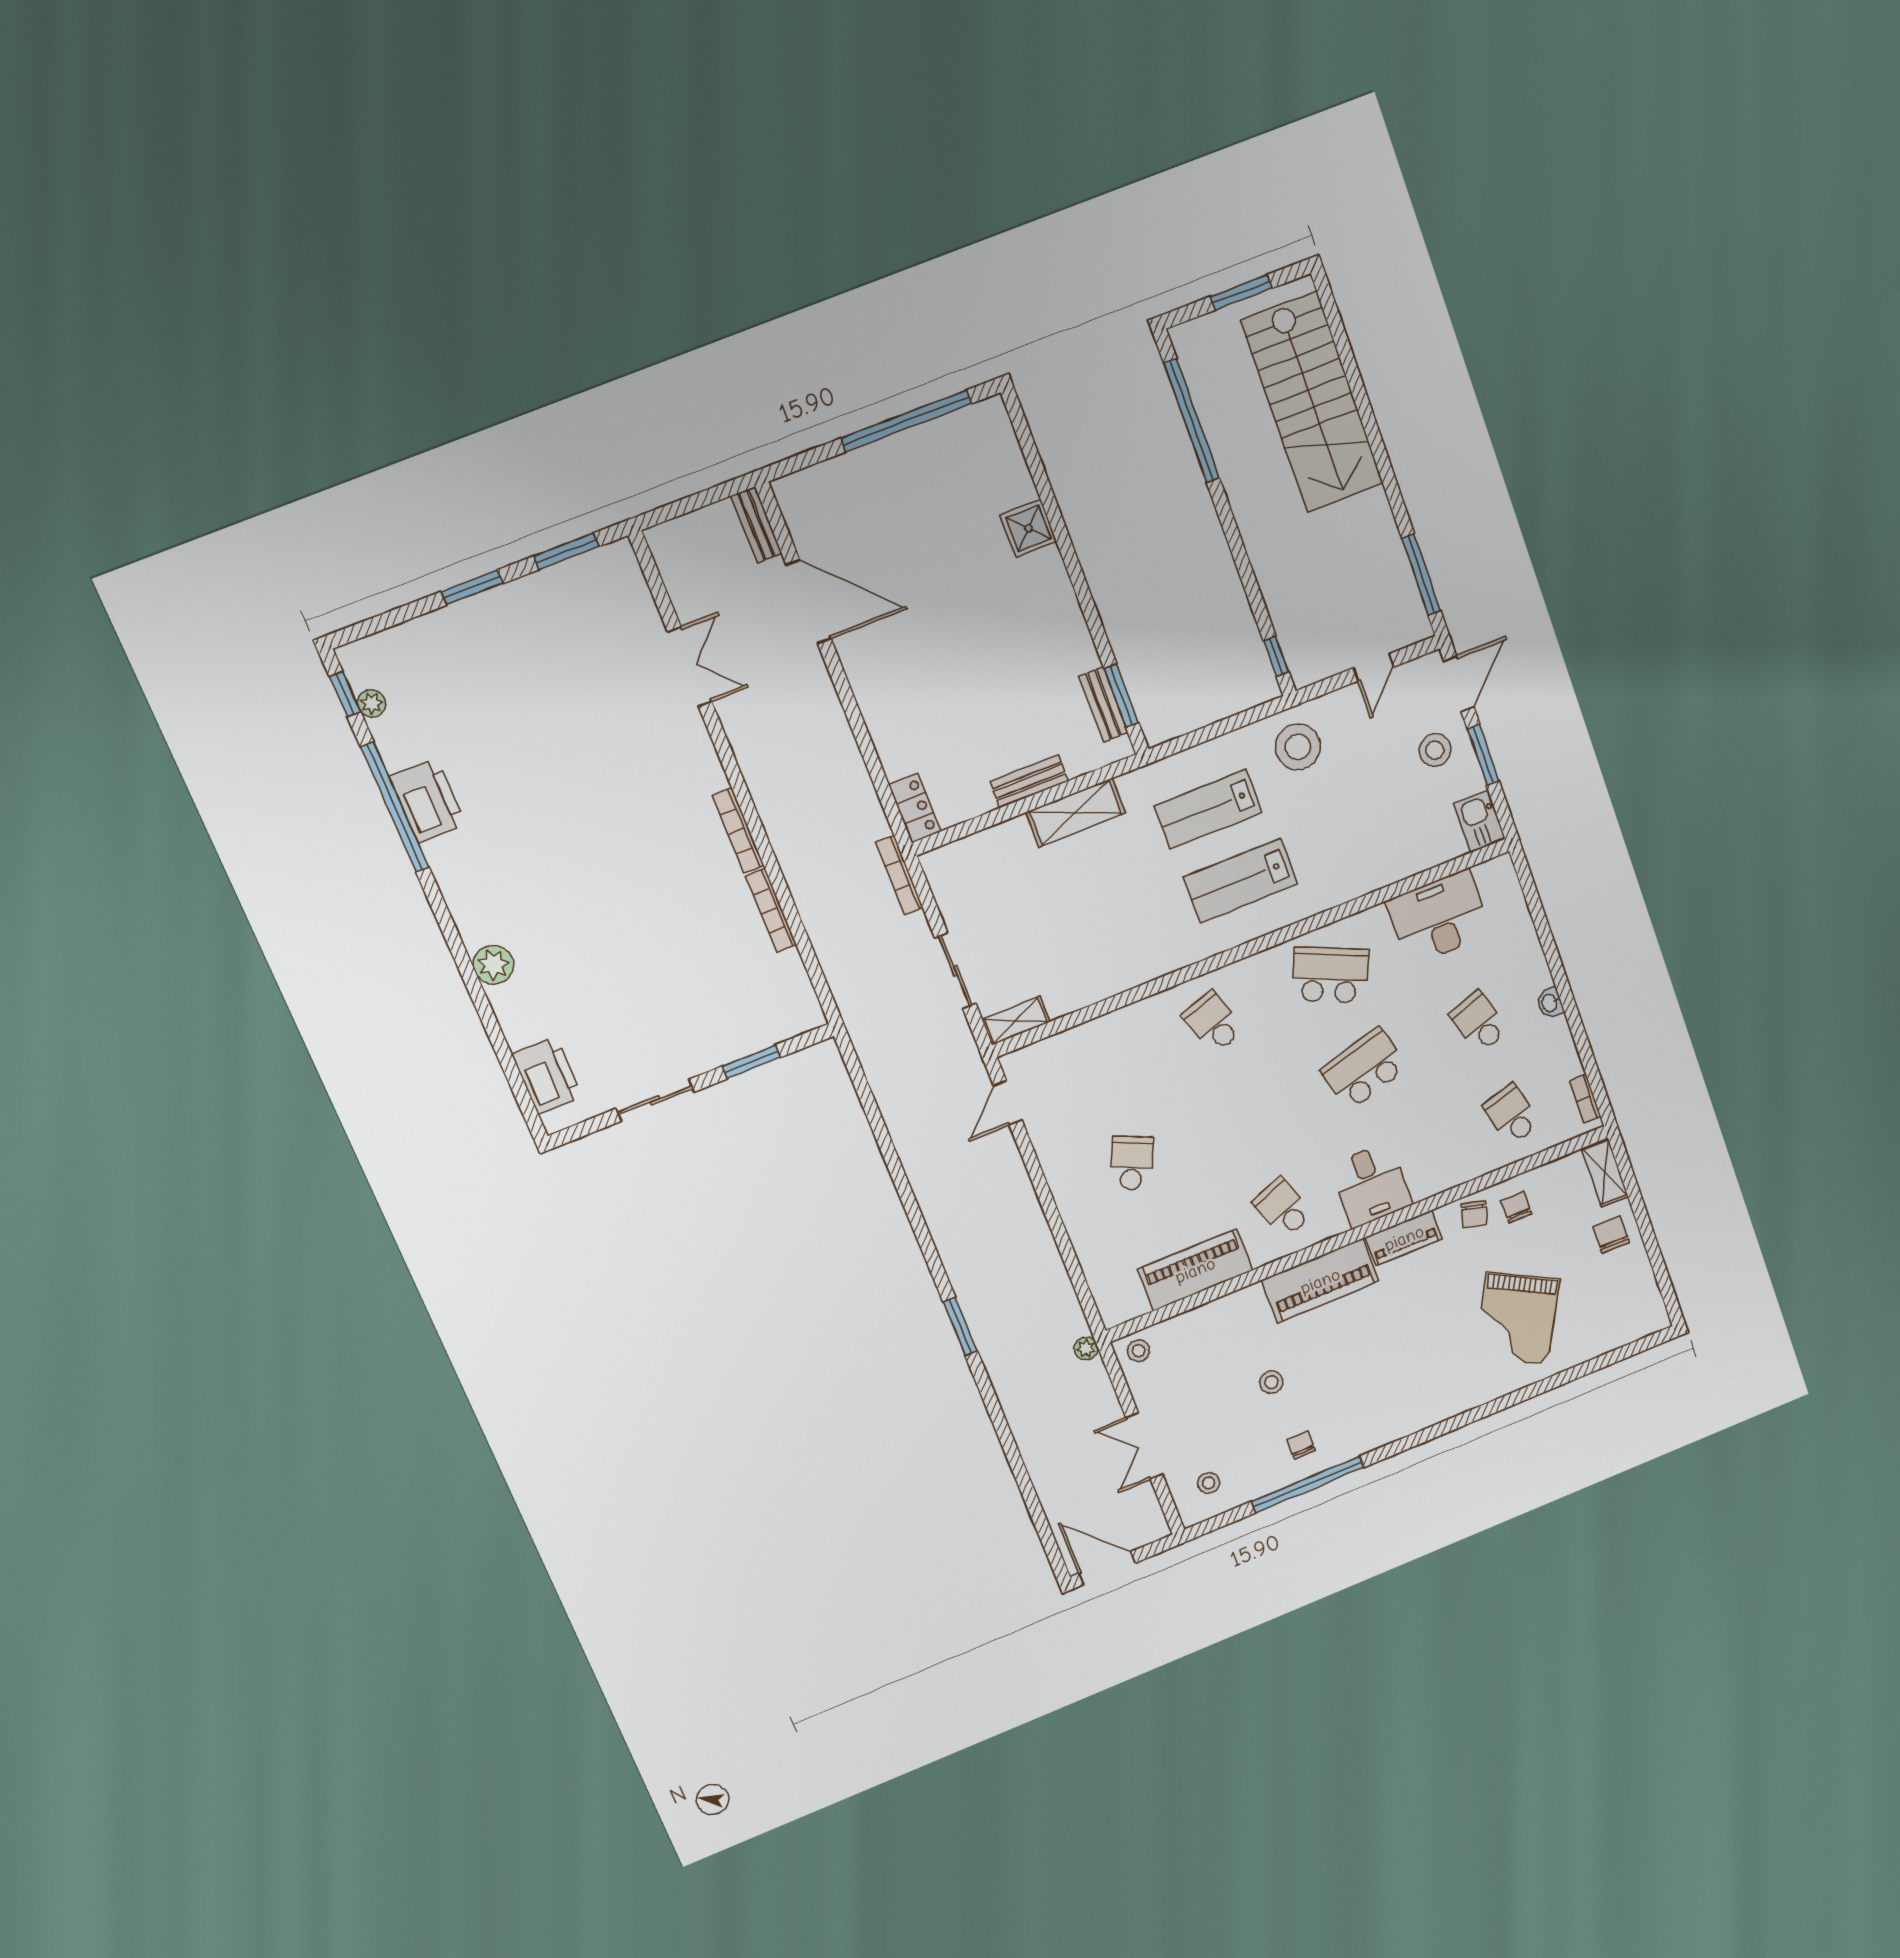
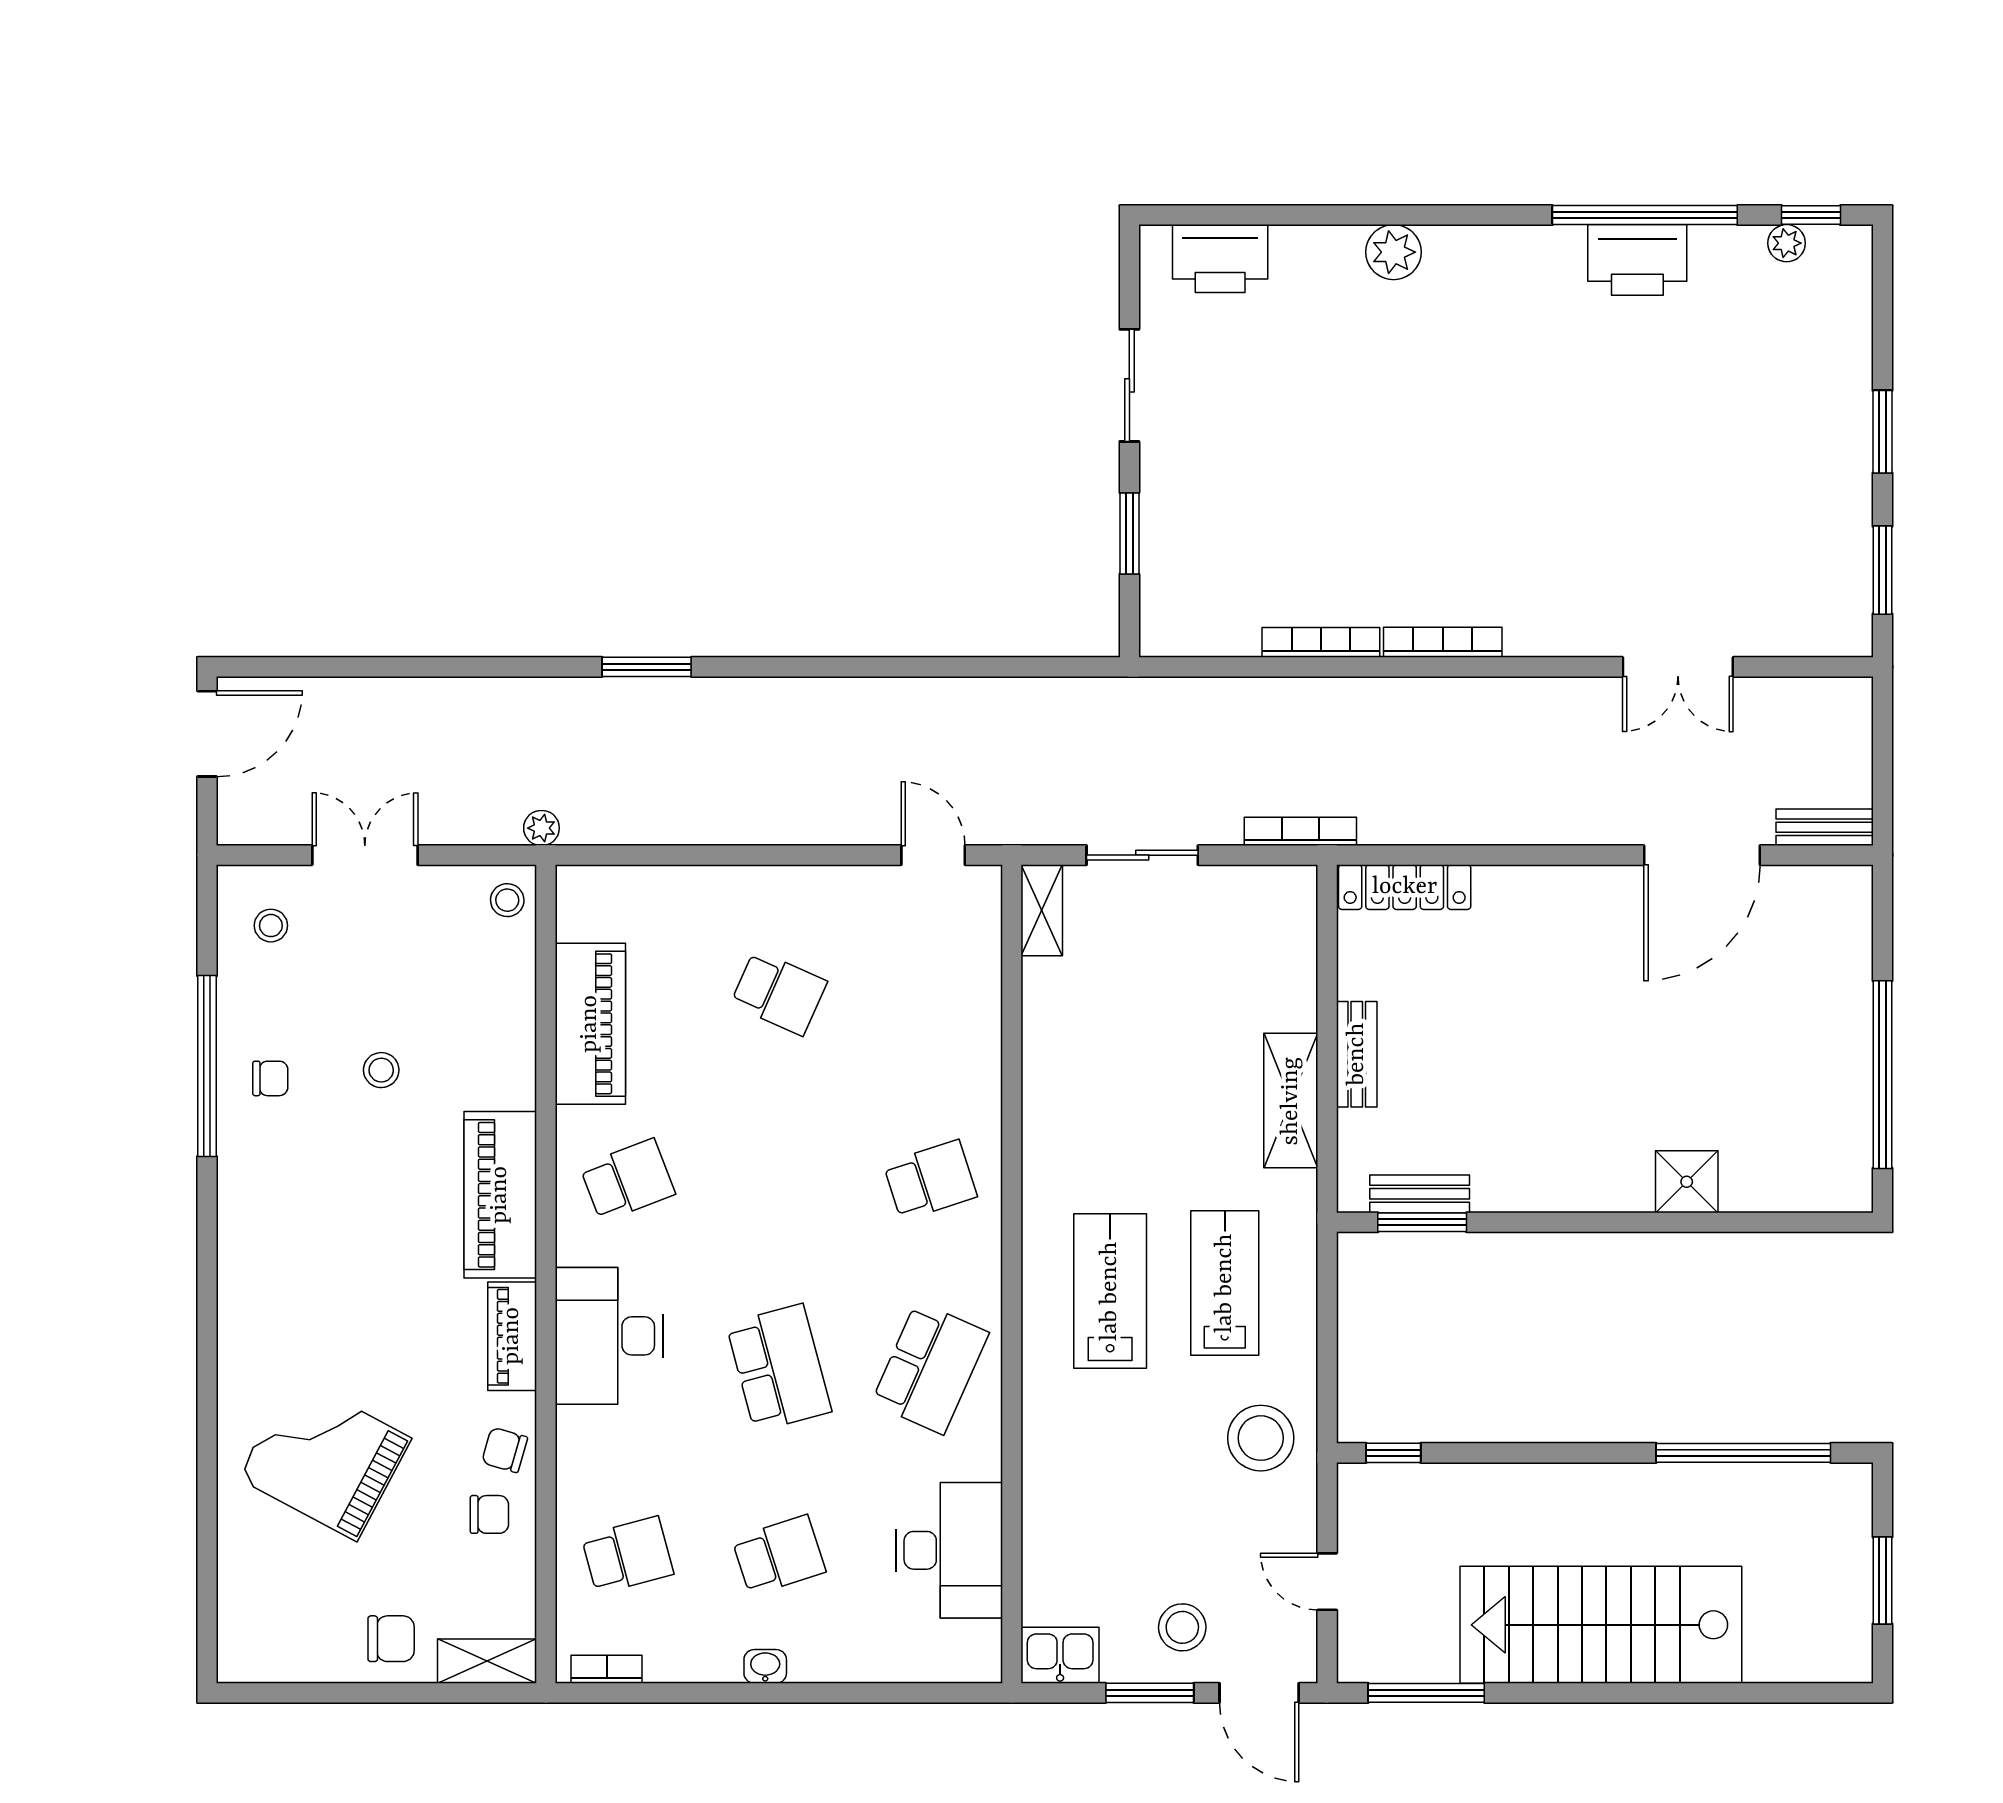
stairs: (1312, 402) -> (1601, 1625), moved
locker: (915, 808) -> (1405, 887), width x1.53
desk: (1371, 1185) -> (609, 1336), width x1.37

